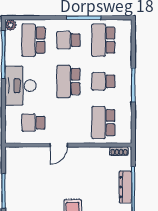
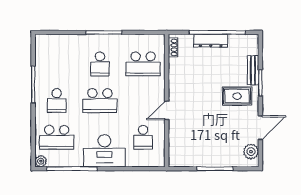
school desk: (103, 40) -> (57, 64), removed
door: (59, 145) -> (167, 110), swing flipped

